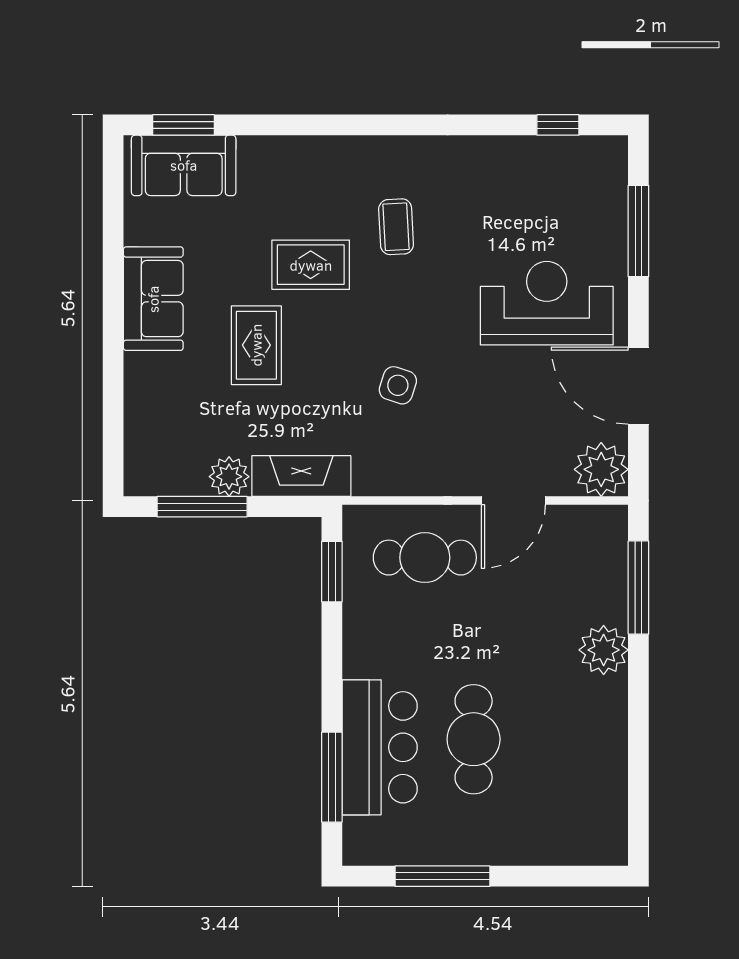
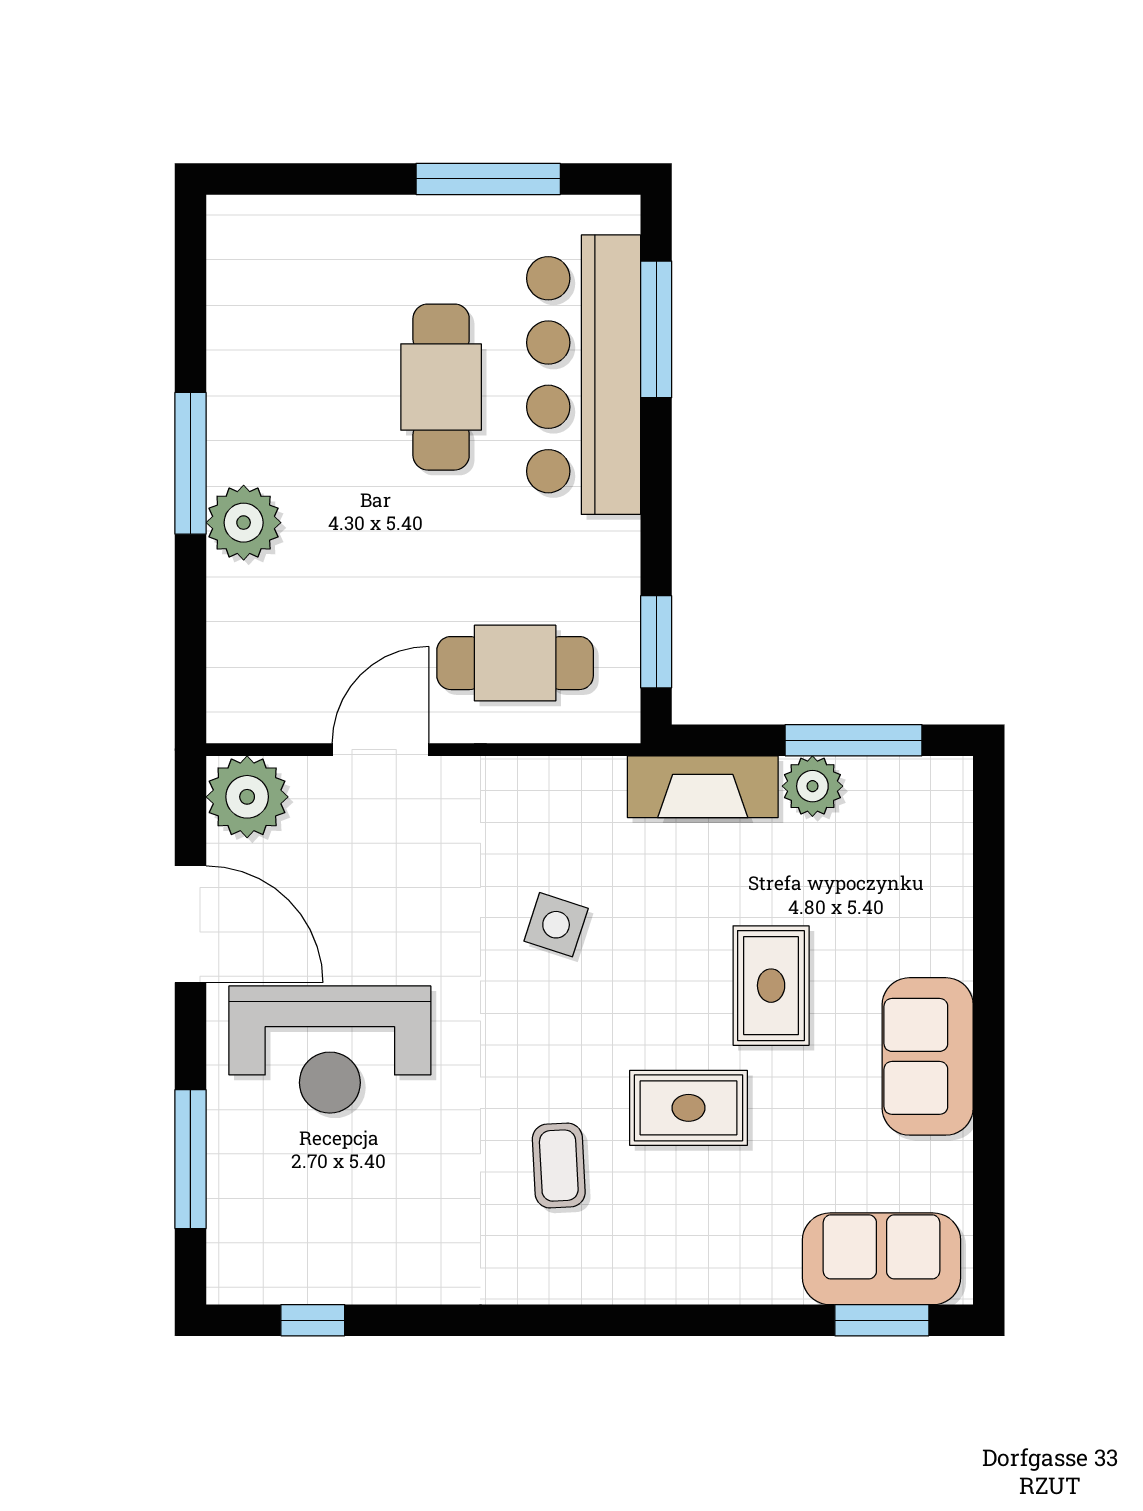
window: (638, 588) -> (190, 463), moved
bar counter: (380, 747) -> (584, 375), width x1.36

